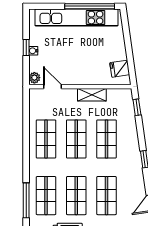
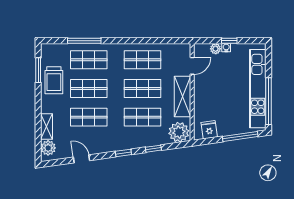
window: (127, 36) -> (240, 136), added
plant: (34, 78) -> (216, 49), moved
shelving: (92, 95) -> (182, 96), width x1.50, depth x1.33
plant: (122, 101) -> (179, 132), added
window: (137, 107) -> (153, 149), moved

